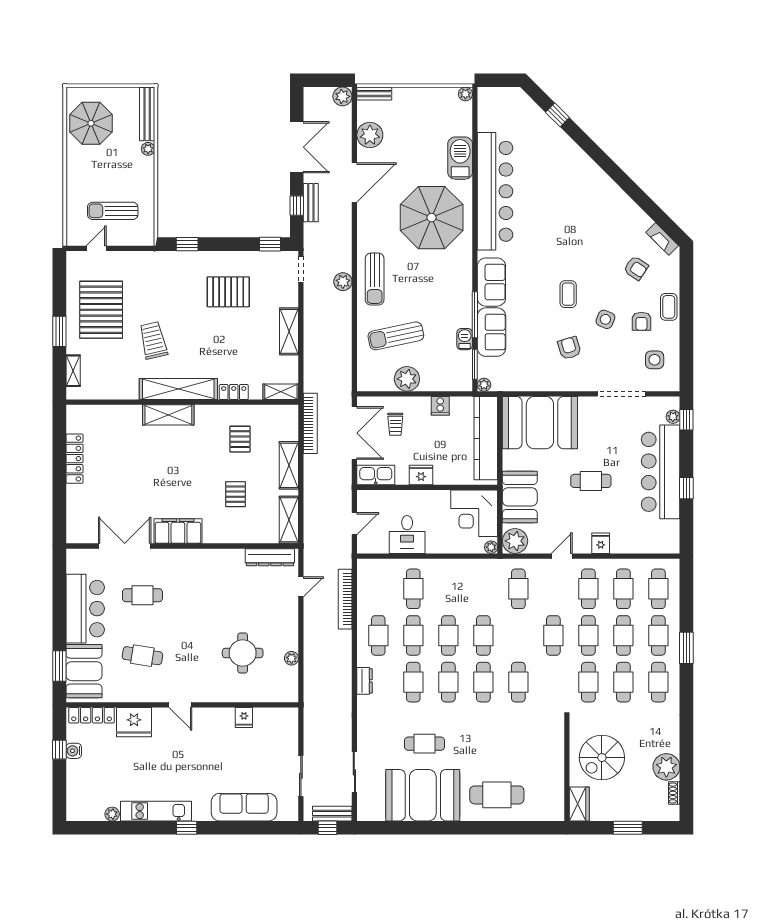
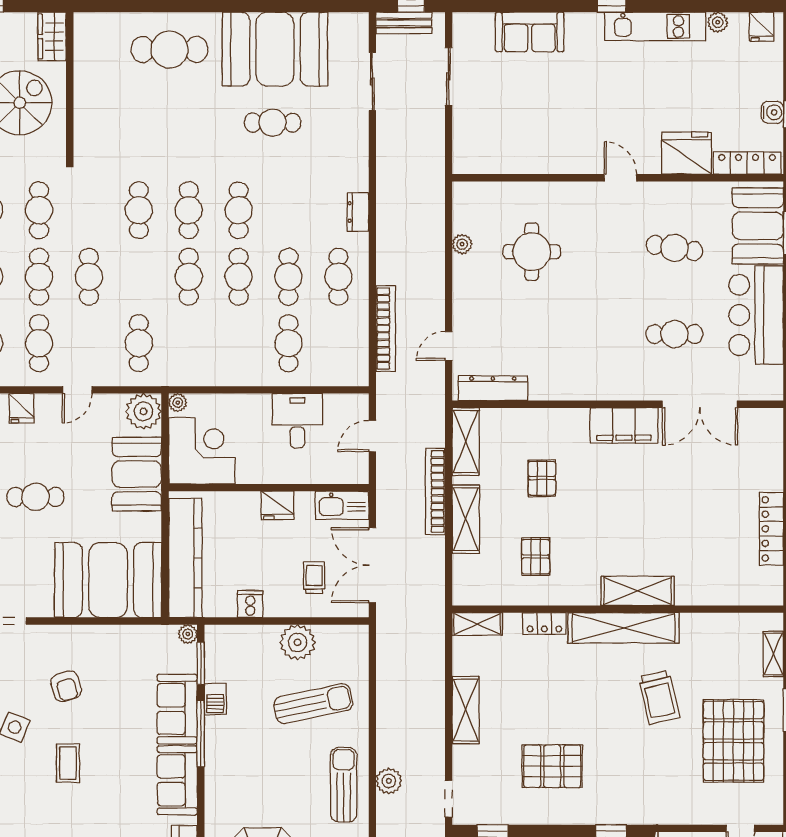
bookcase: (310, 423) -> (435, 492), moved
cafe table: (413, 682) -> (288, 210), removed
fridge: (244, 718) -> (762, 27), moved, turned 180
sofa: (244, 807) -> (530, 32), width x0.73

